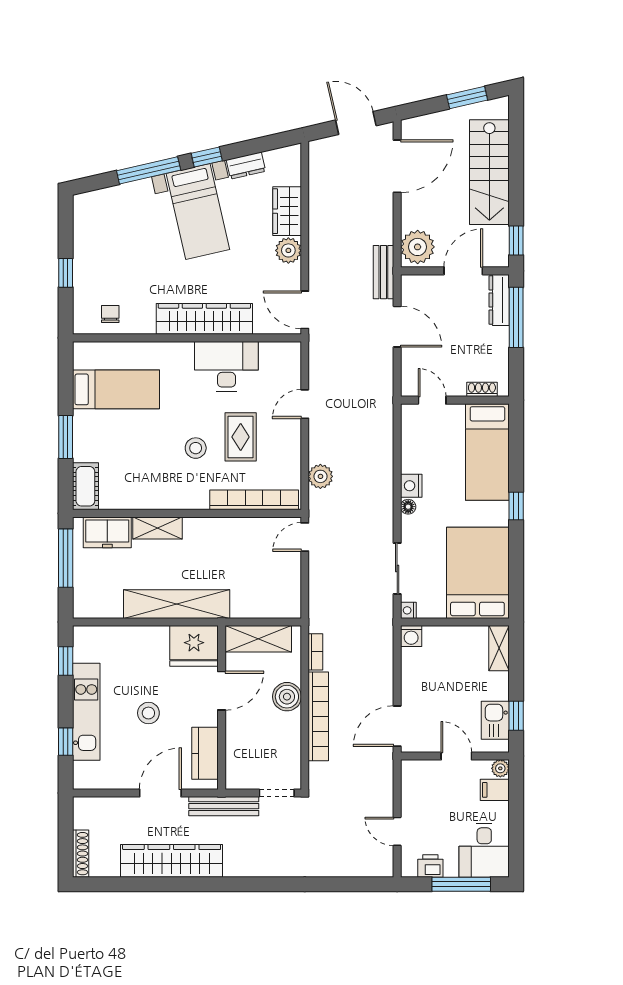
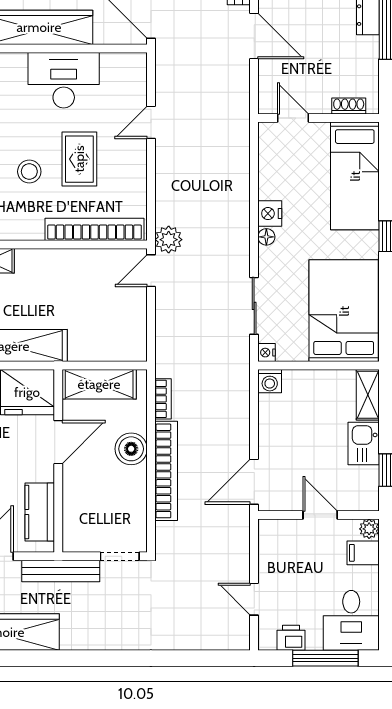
plant: (320, 476) -> (169, 240), moved
kitchen sink: (495, 720) -> (364, 443), moved

